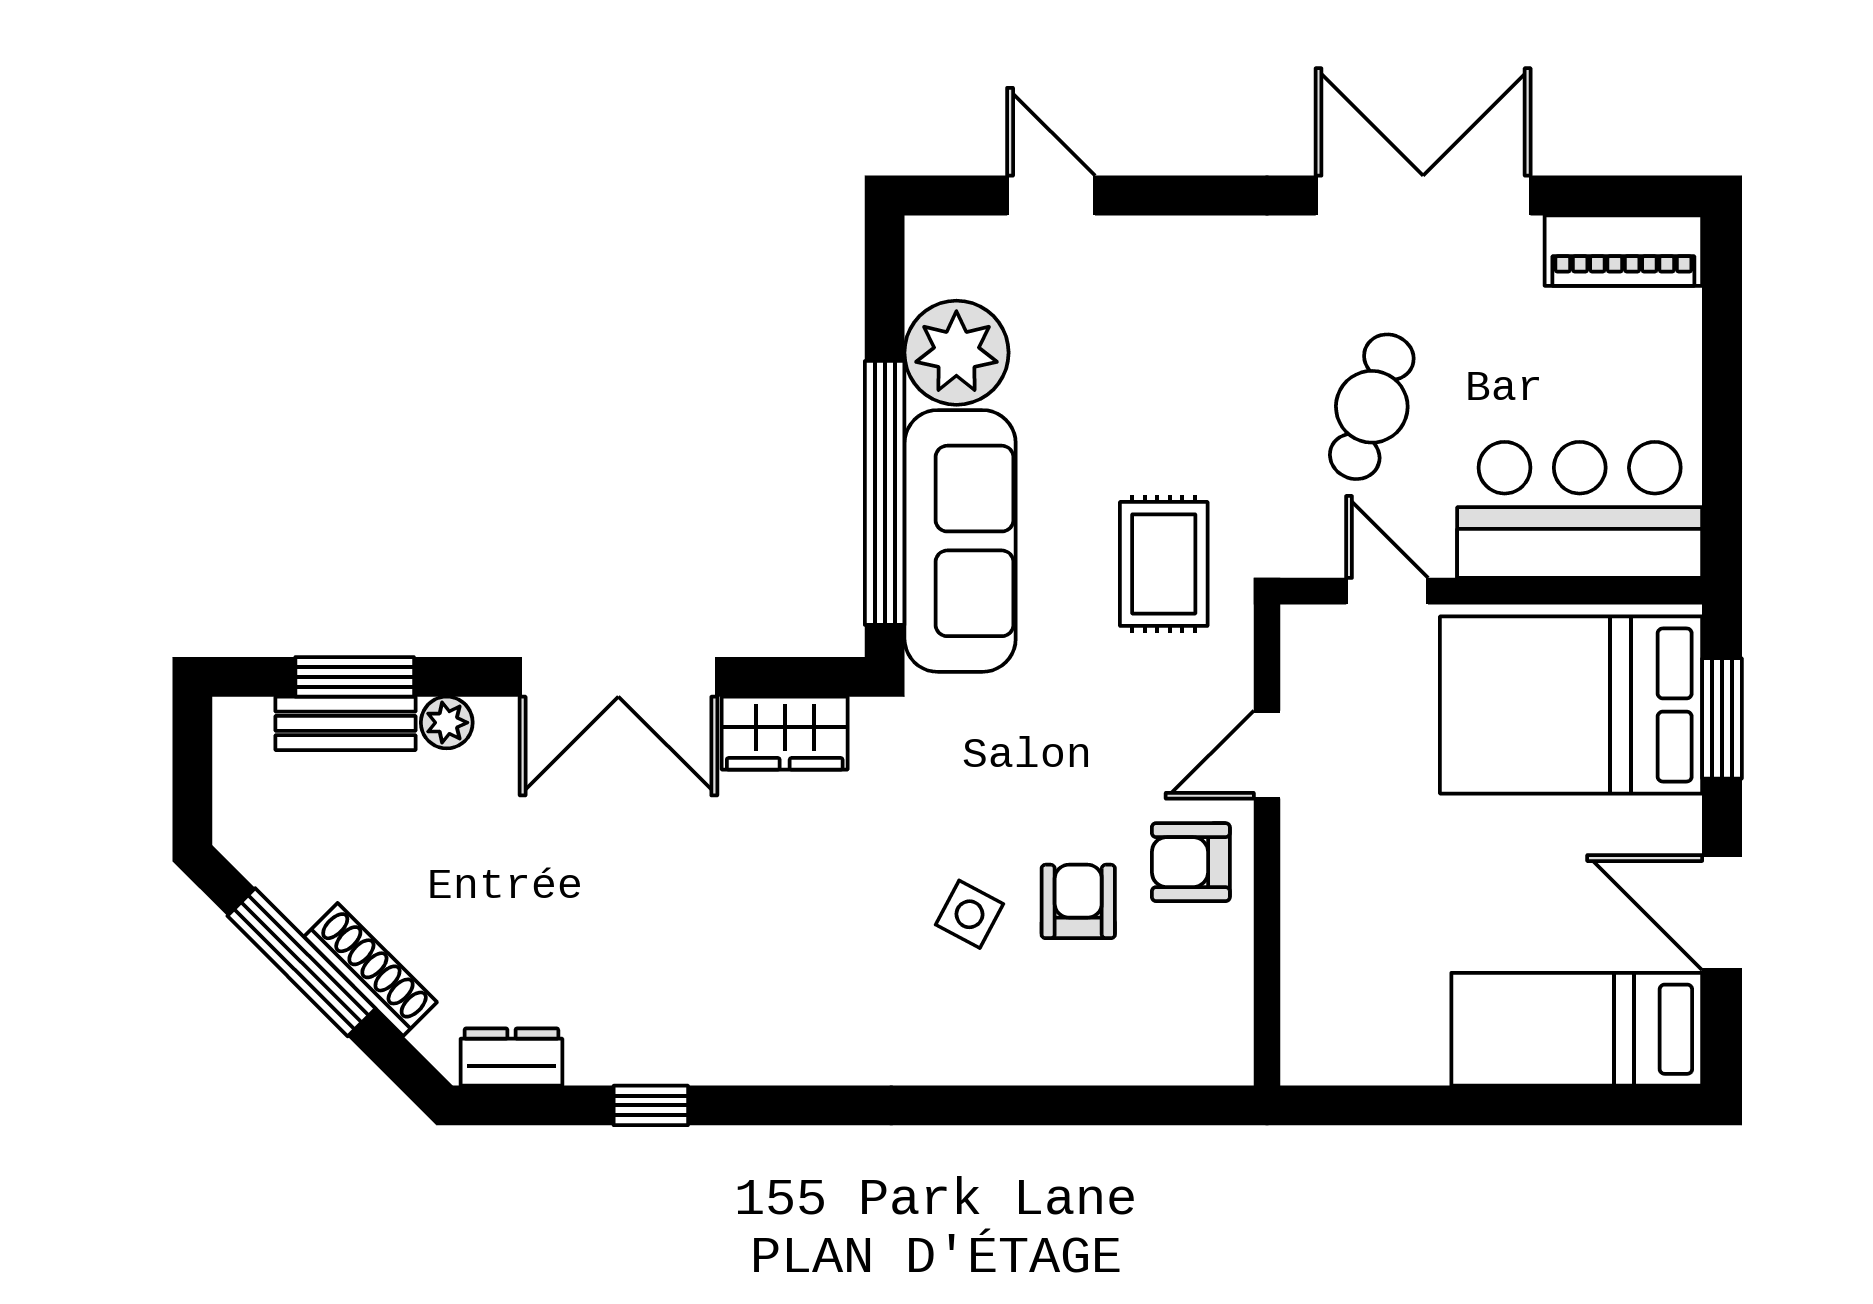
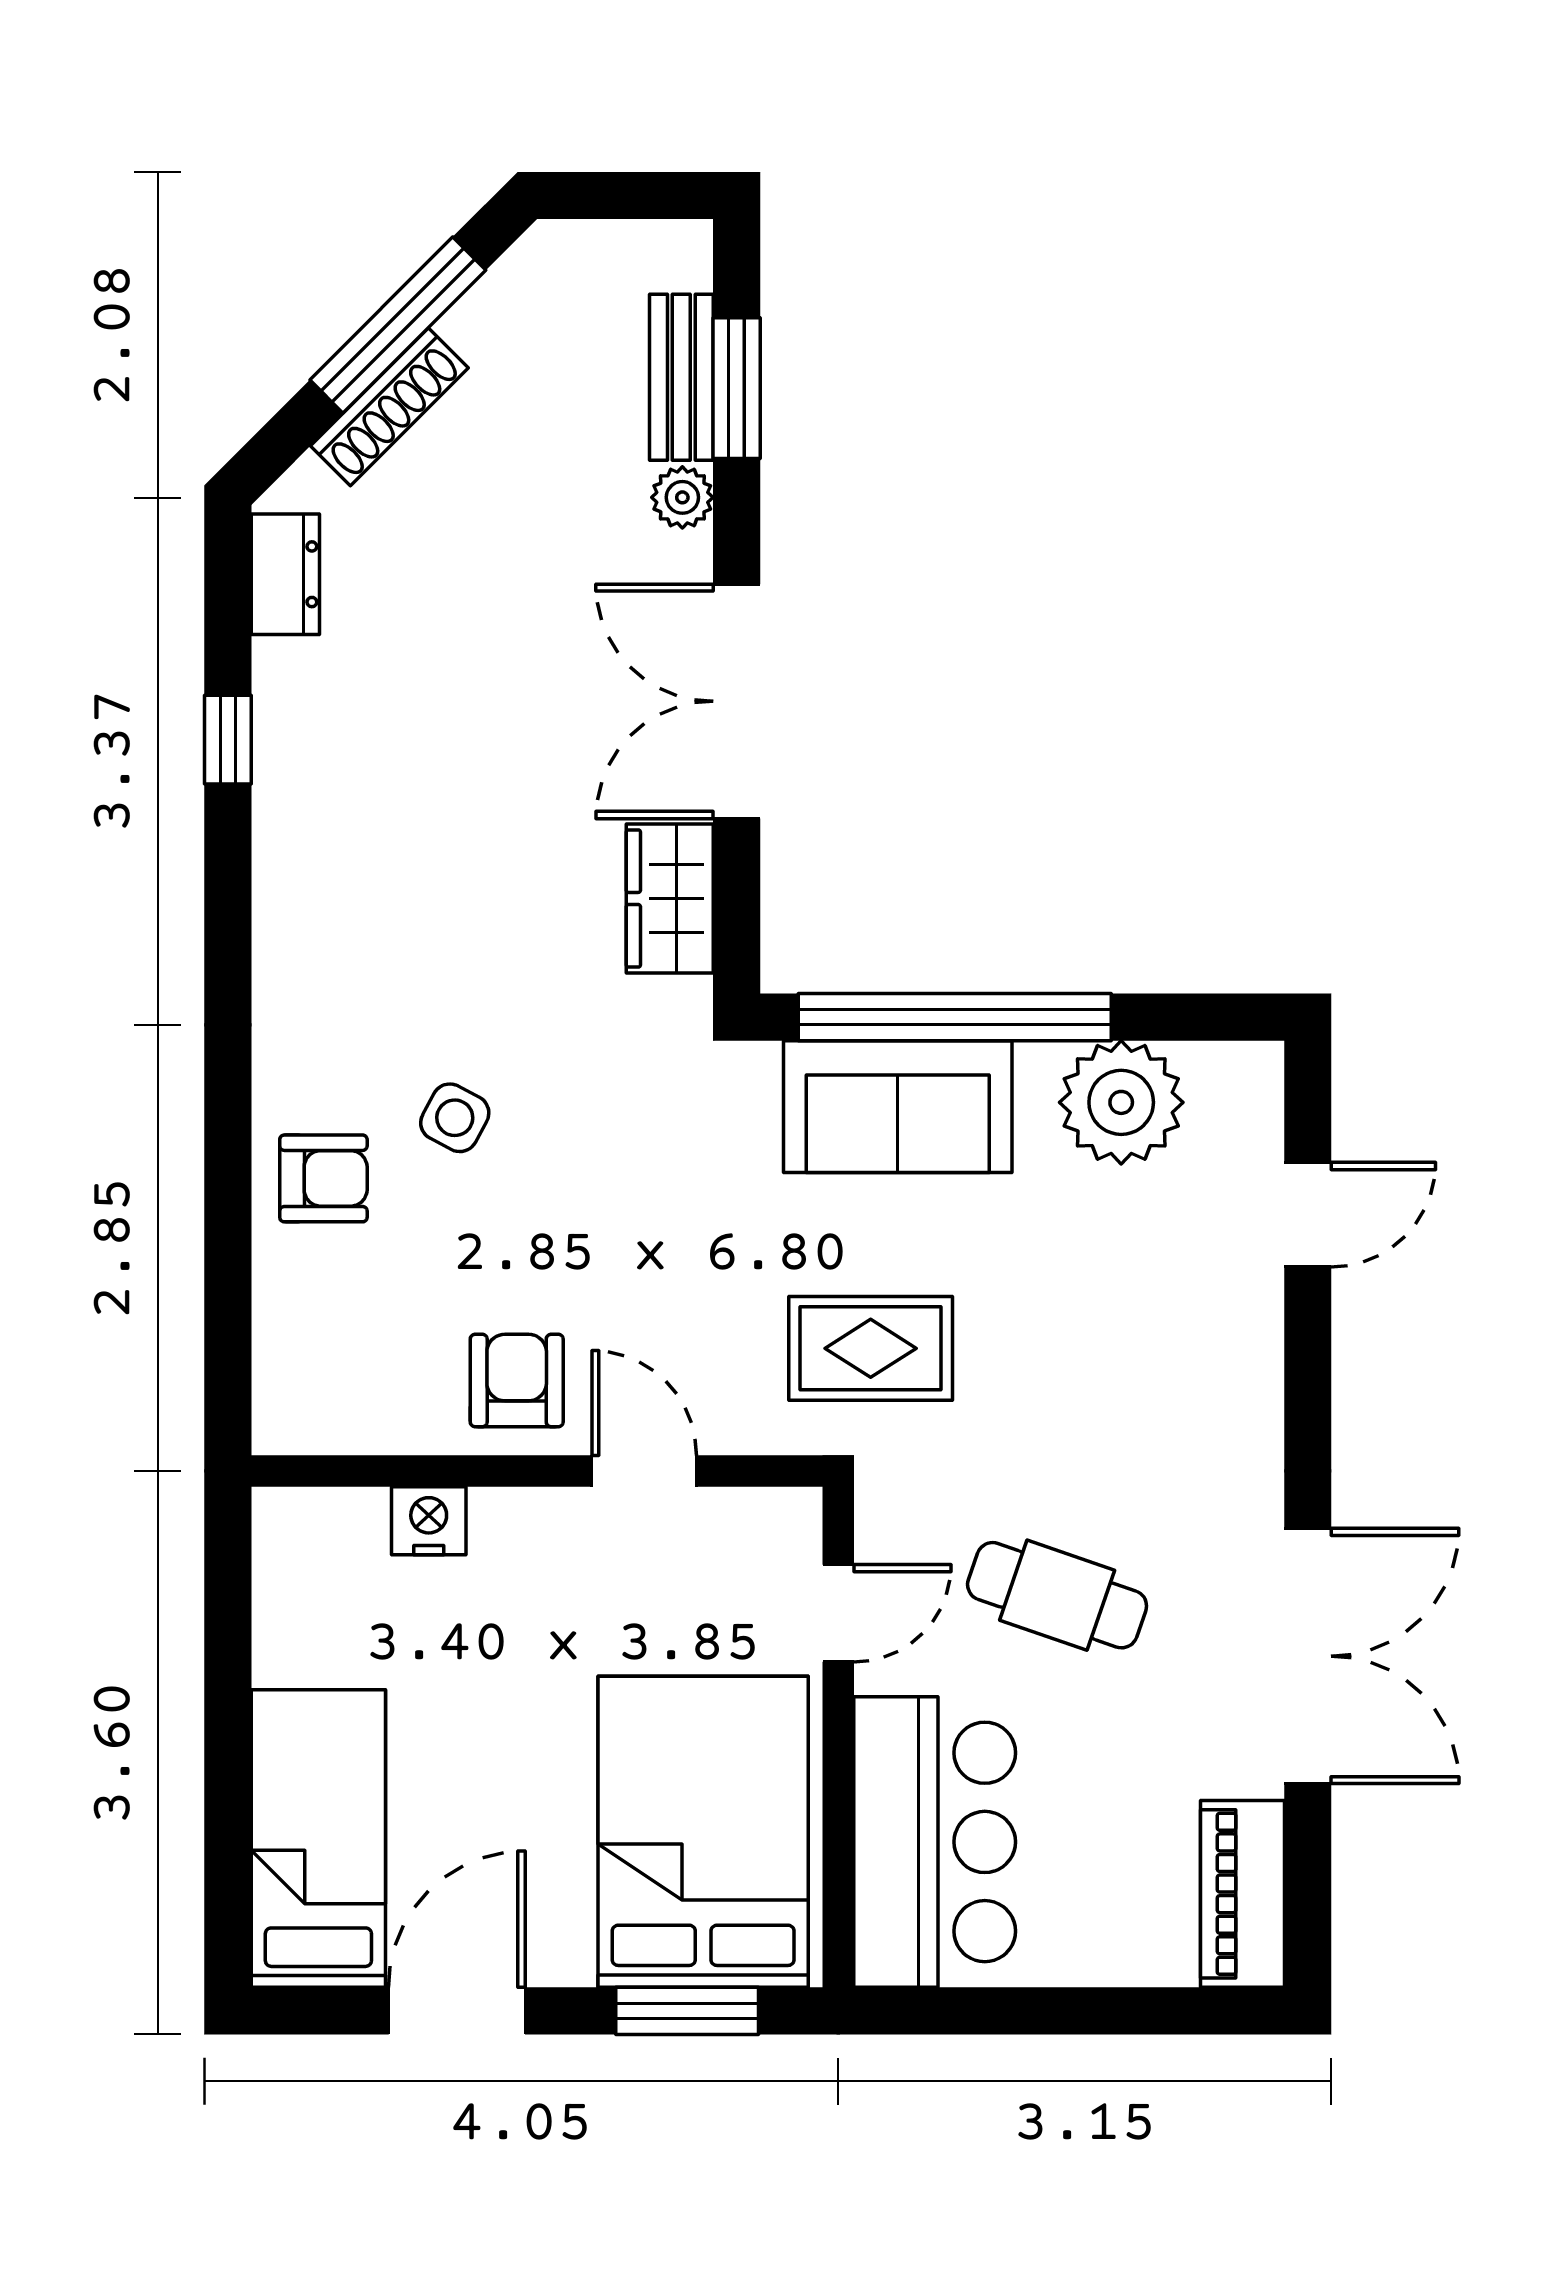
sofa: (960, 541) -> (898, 1107), width x0.73
armchair: (1078, 901) -> (323, 1178), moved
nightstand: (1309, 936) -> (429, 1521), added

